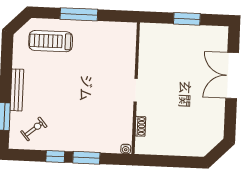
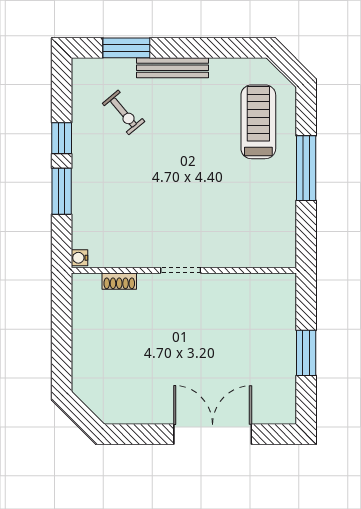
exercise bike: (34, 129) -> (123, 112), moved

